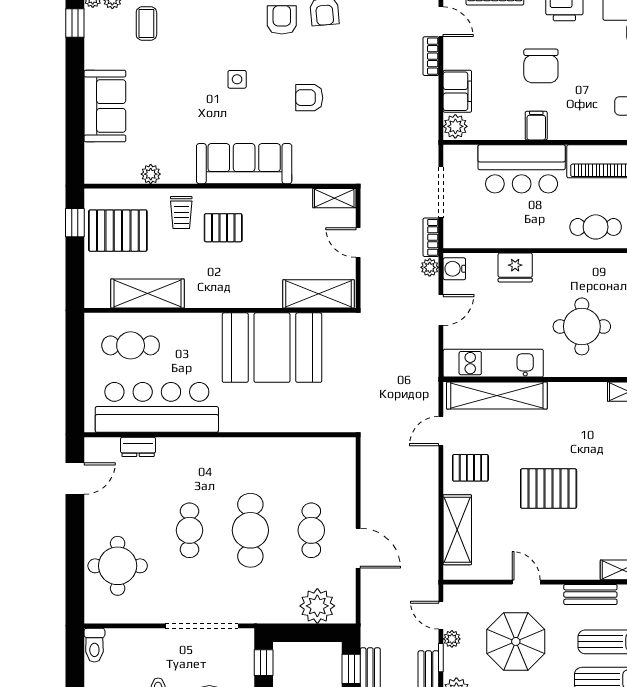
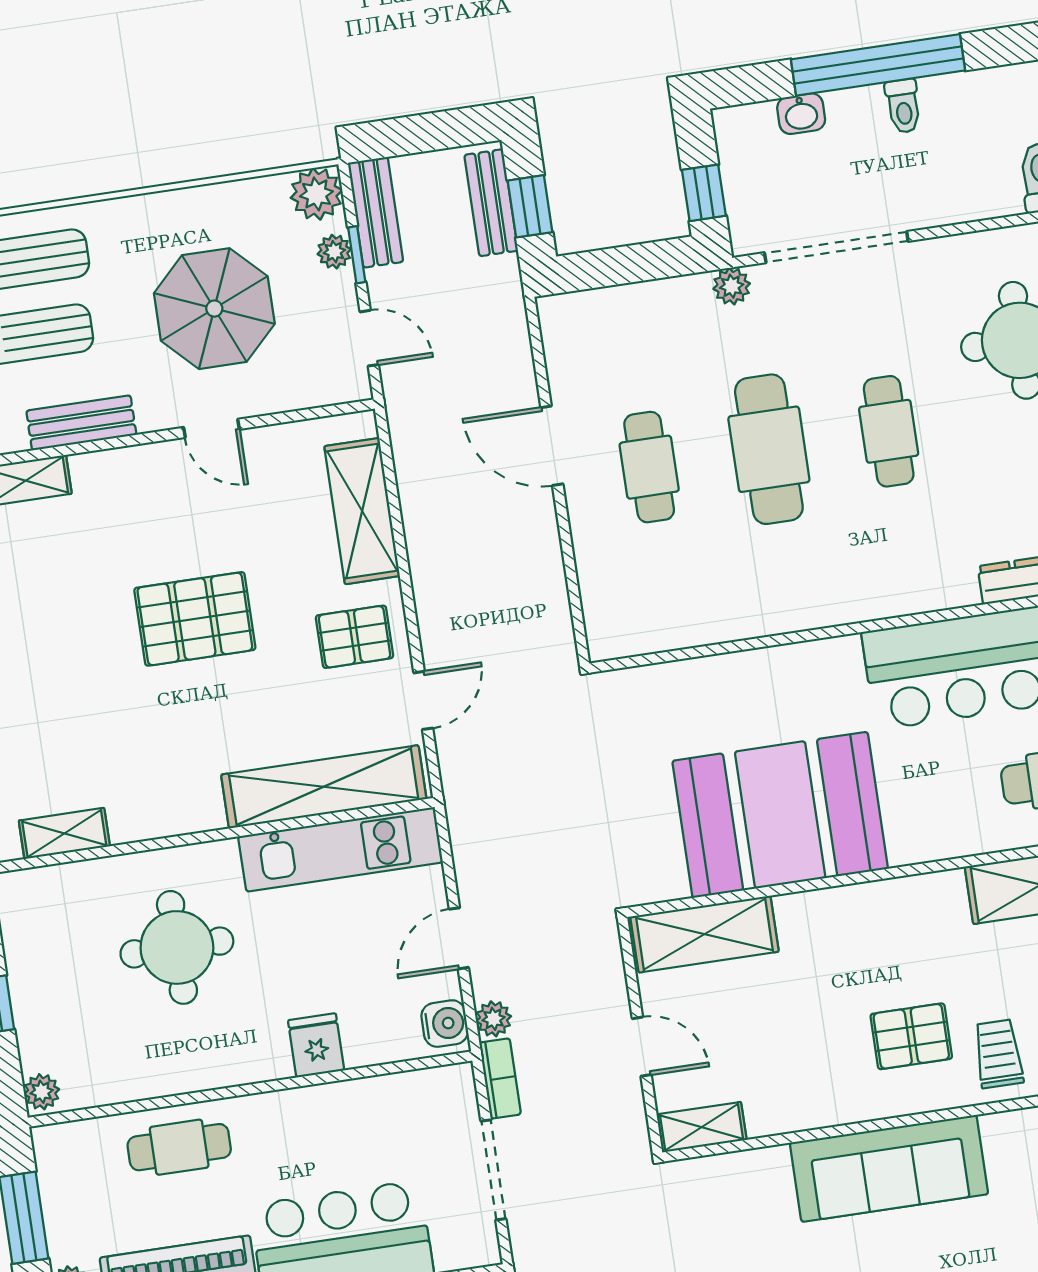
fridge: (515, 267) -> (316, 1045), width x0.72
plant: (317, 606) -> (732, 286), moved, width x0.53, depth x0.53
plant: (452, 639) -> (334, 252), moved

